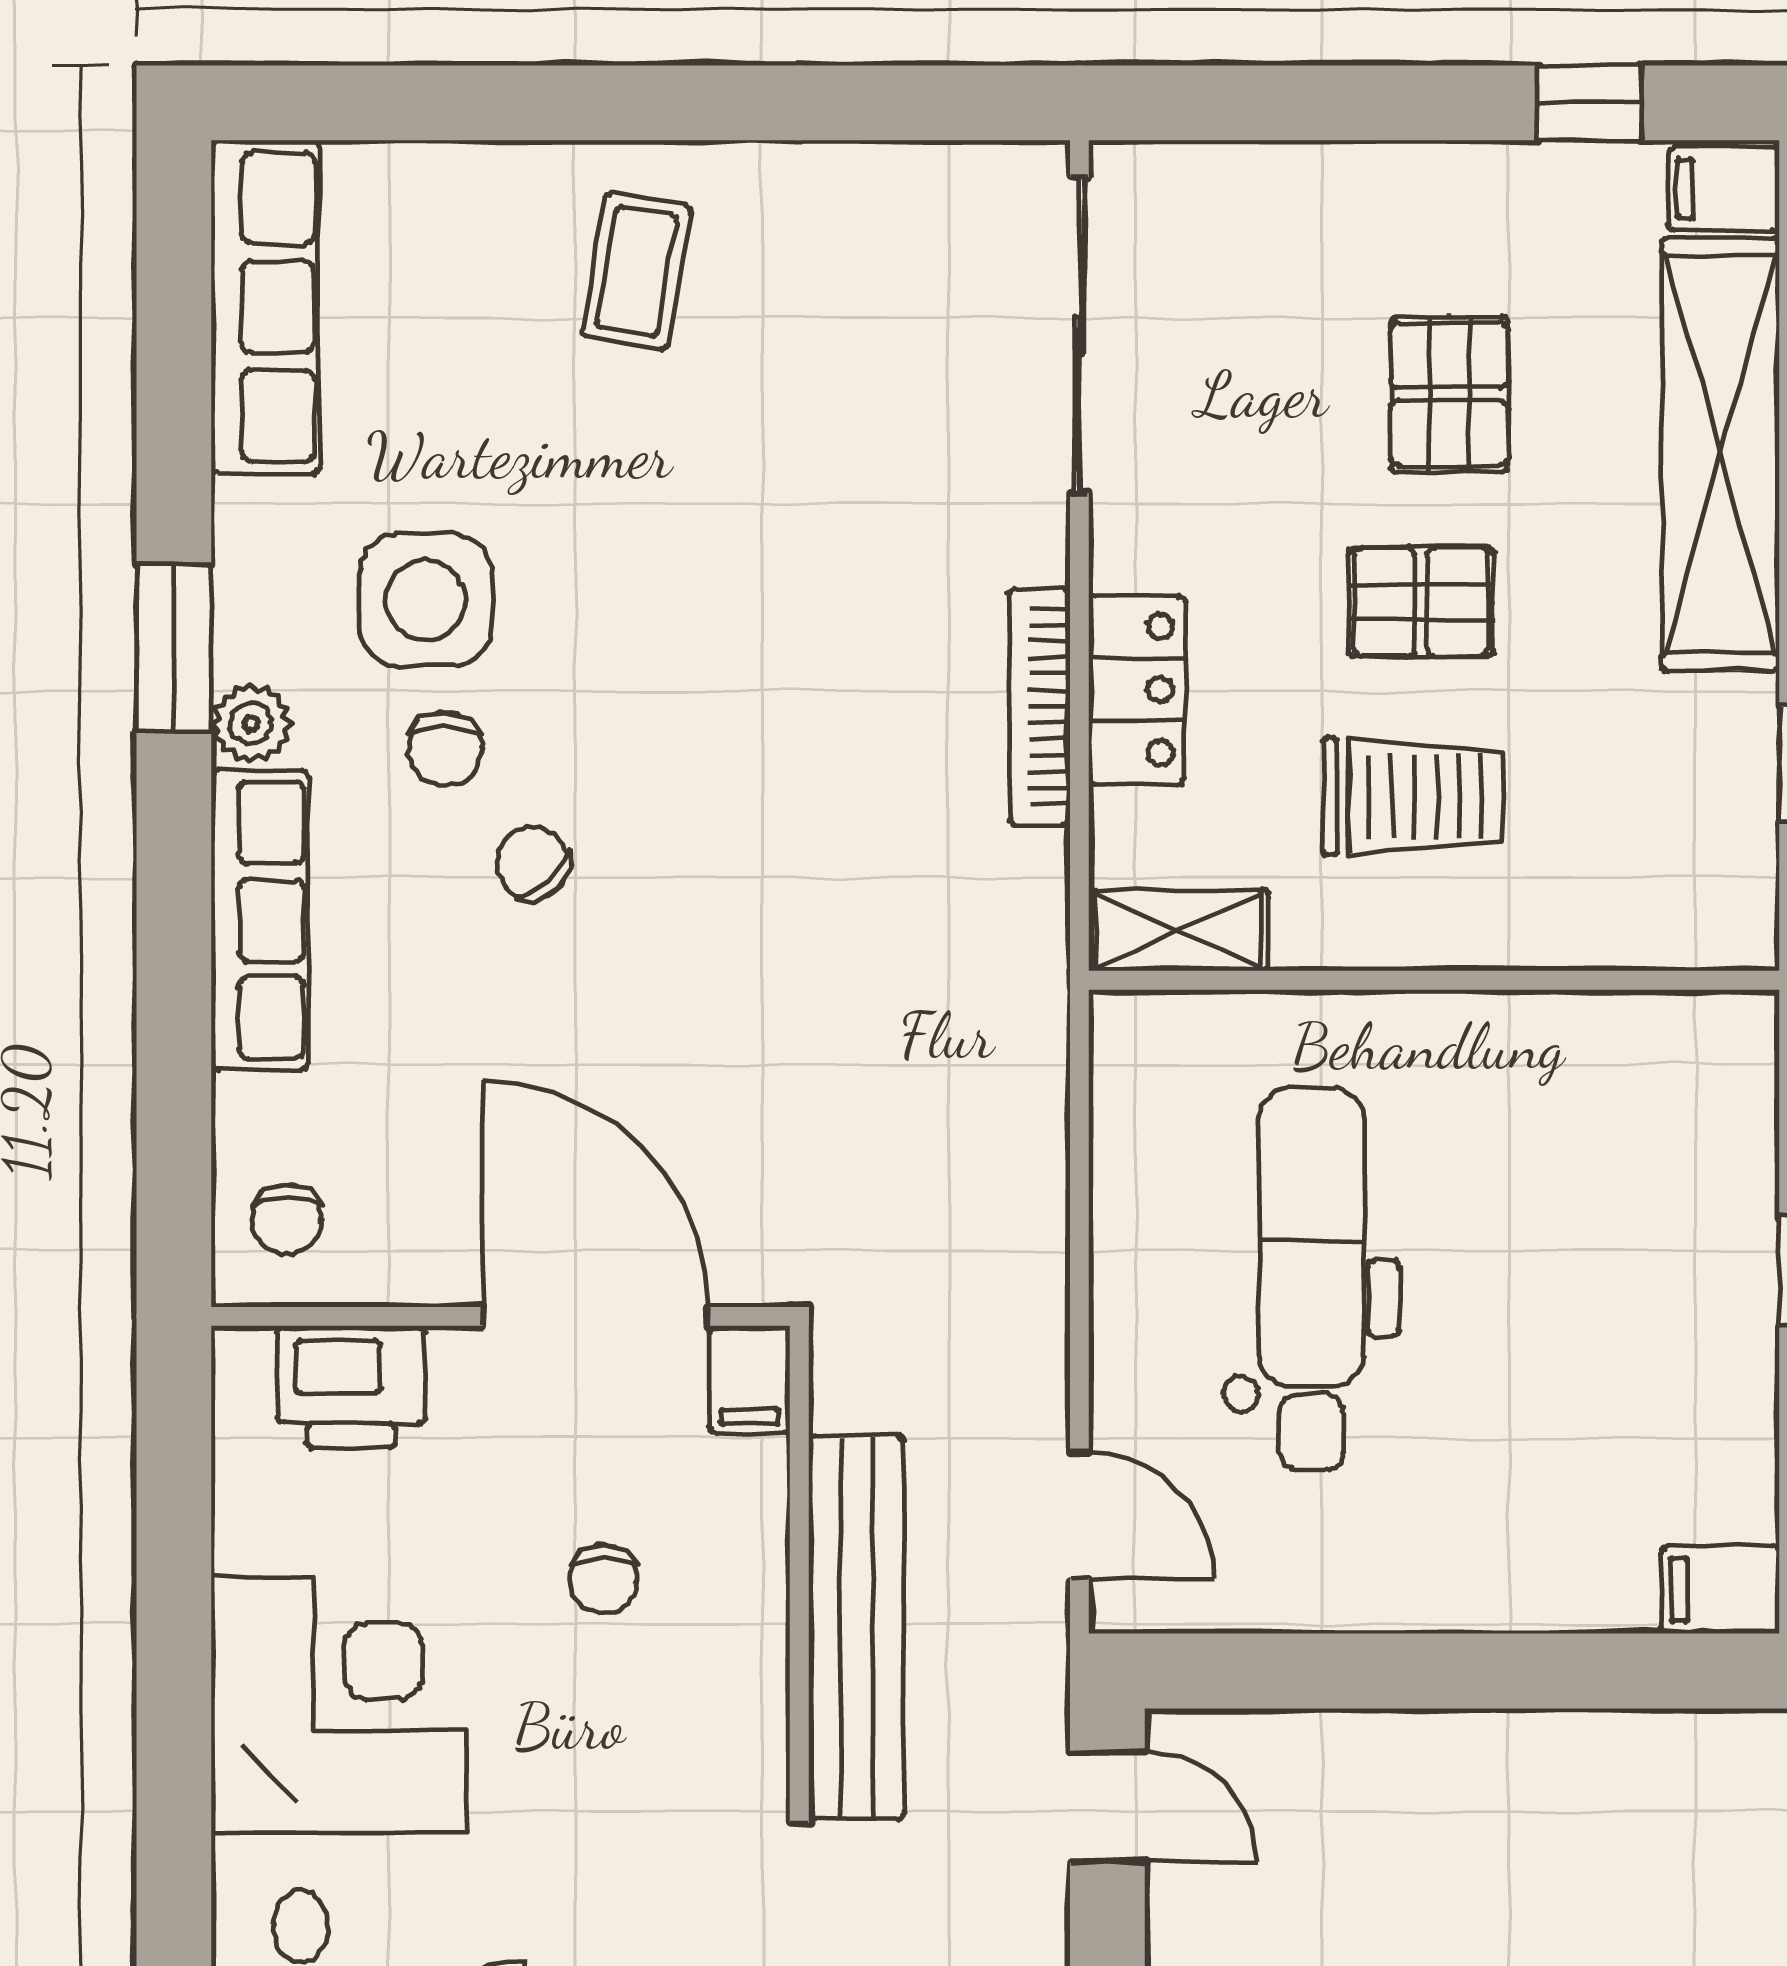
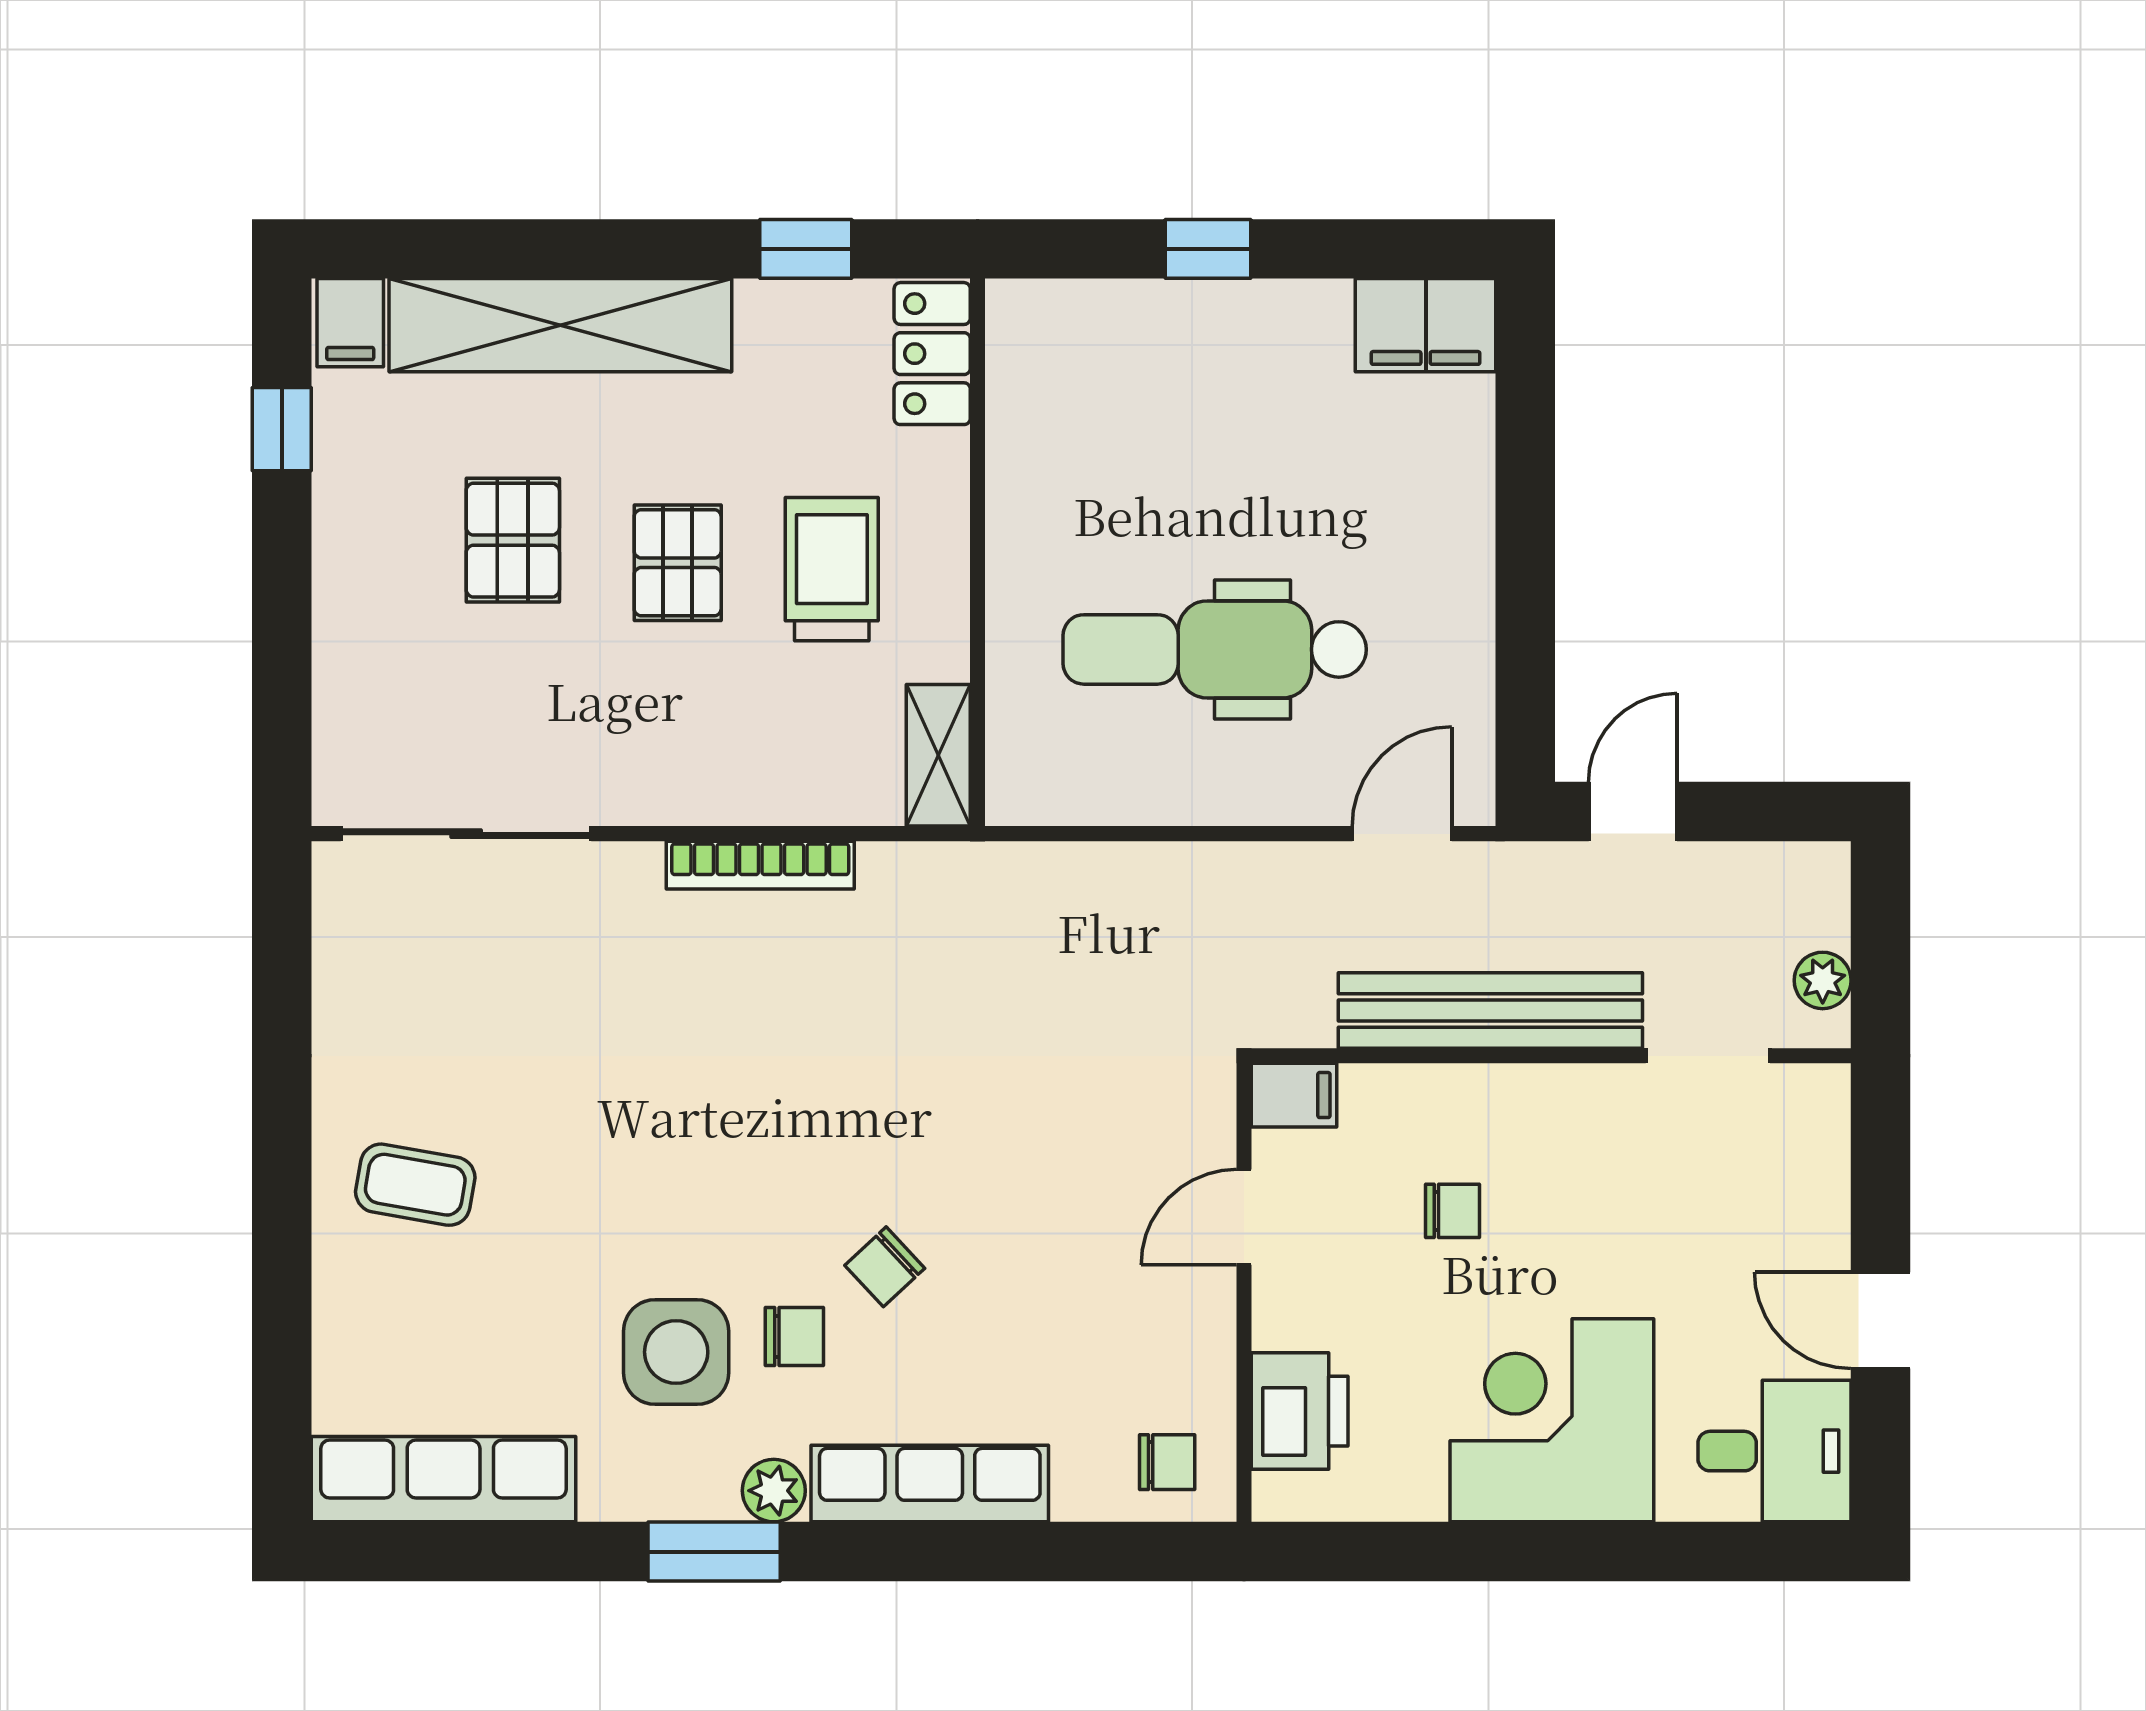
pallet: (1449, 394) -> (513, 540), turned 90
locker: (1137, 689) -> (932, 354), moved, turned -90
door: (596, 1316) -> (1244, 1217), width x0.53
filing cabinet: (1721, 1590) -> (1426, 325), width x2.00

